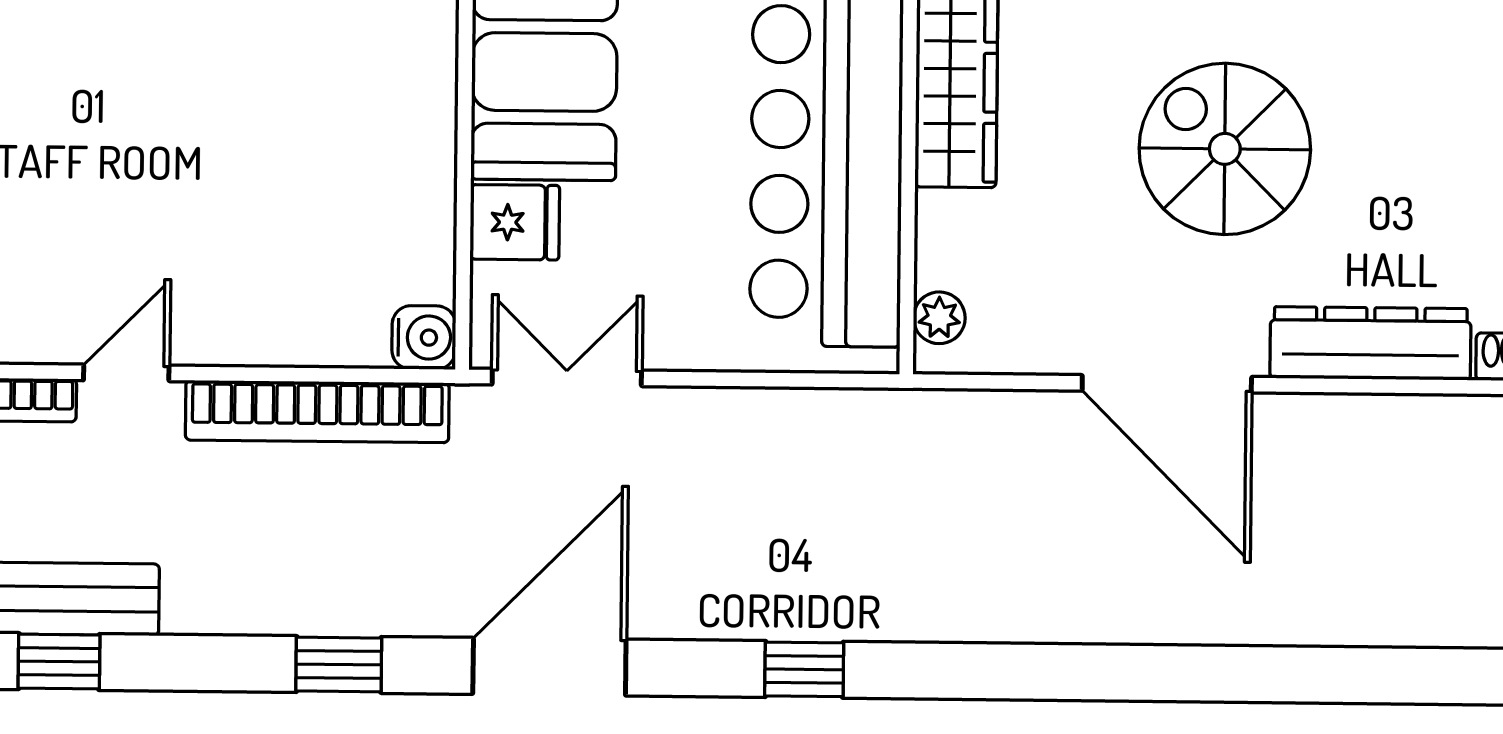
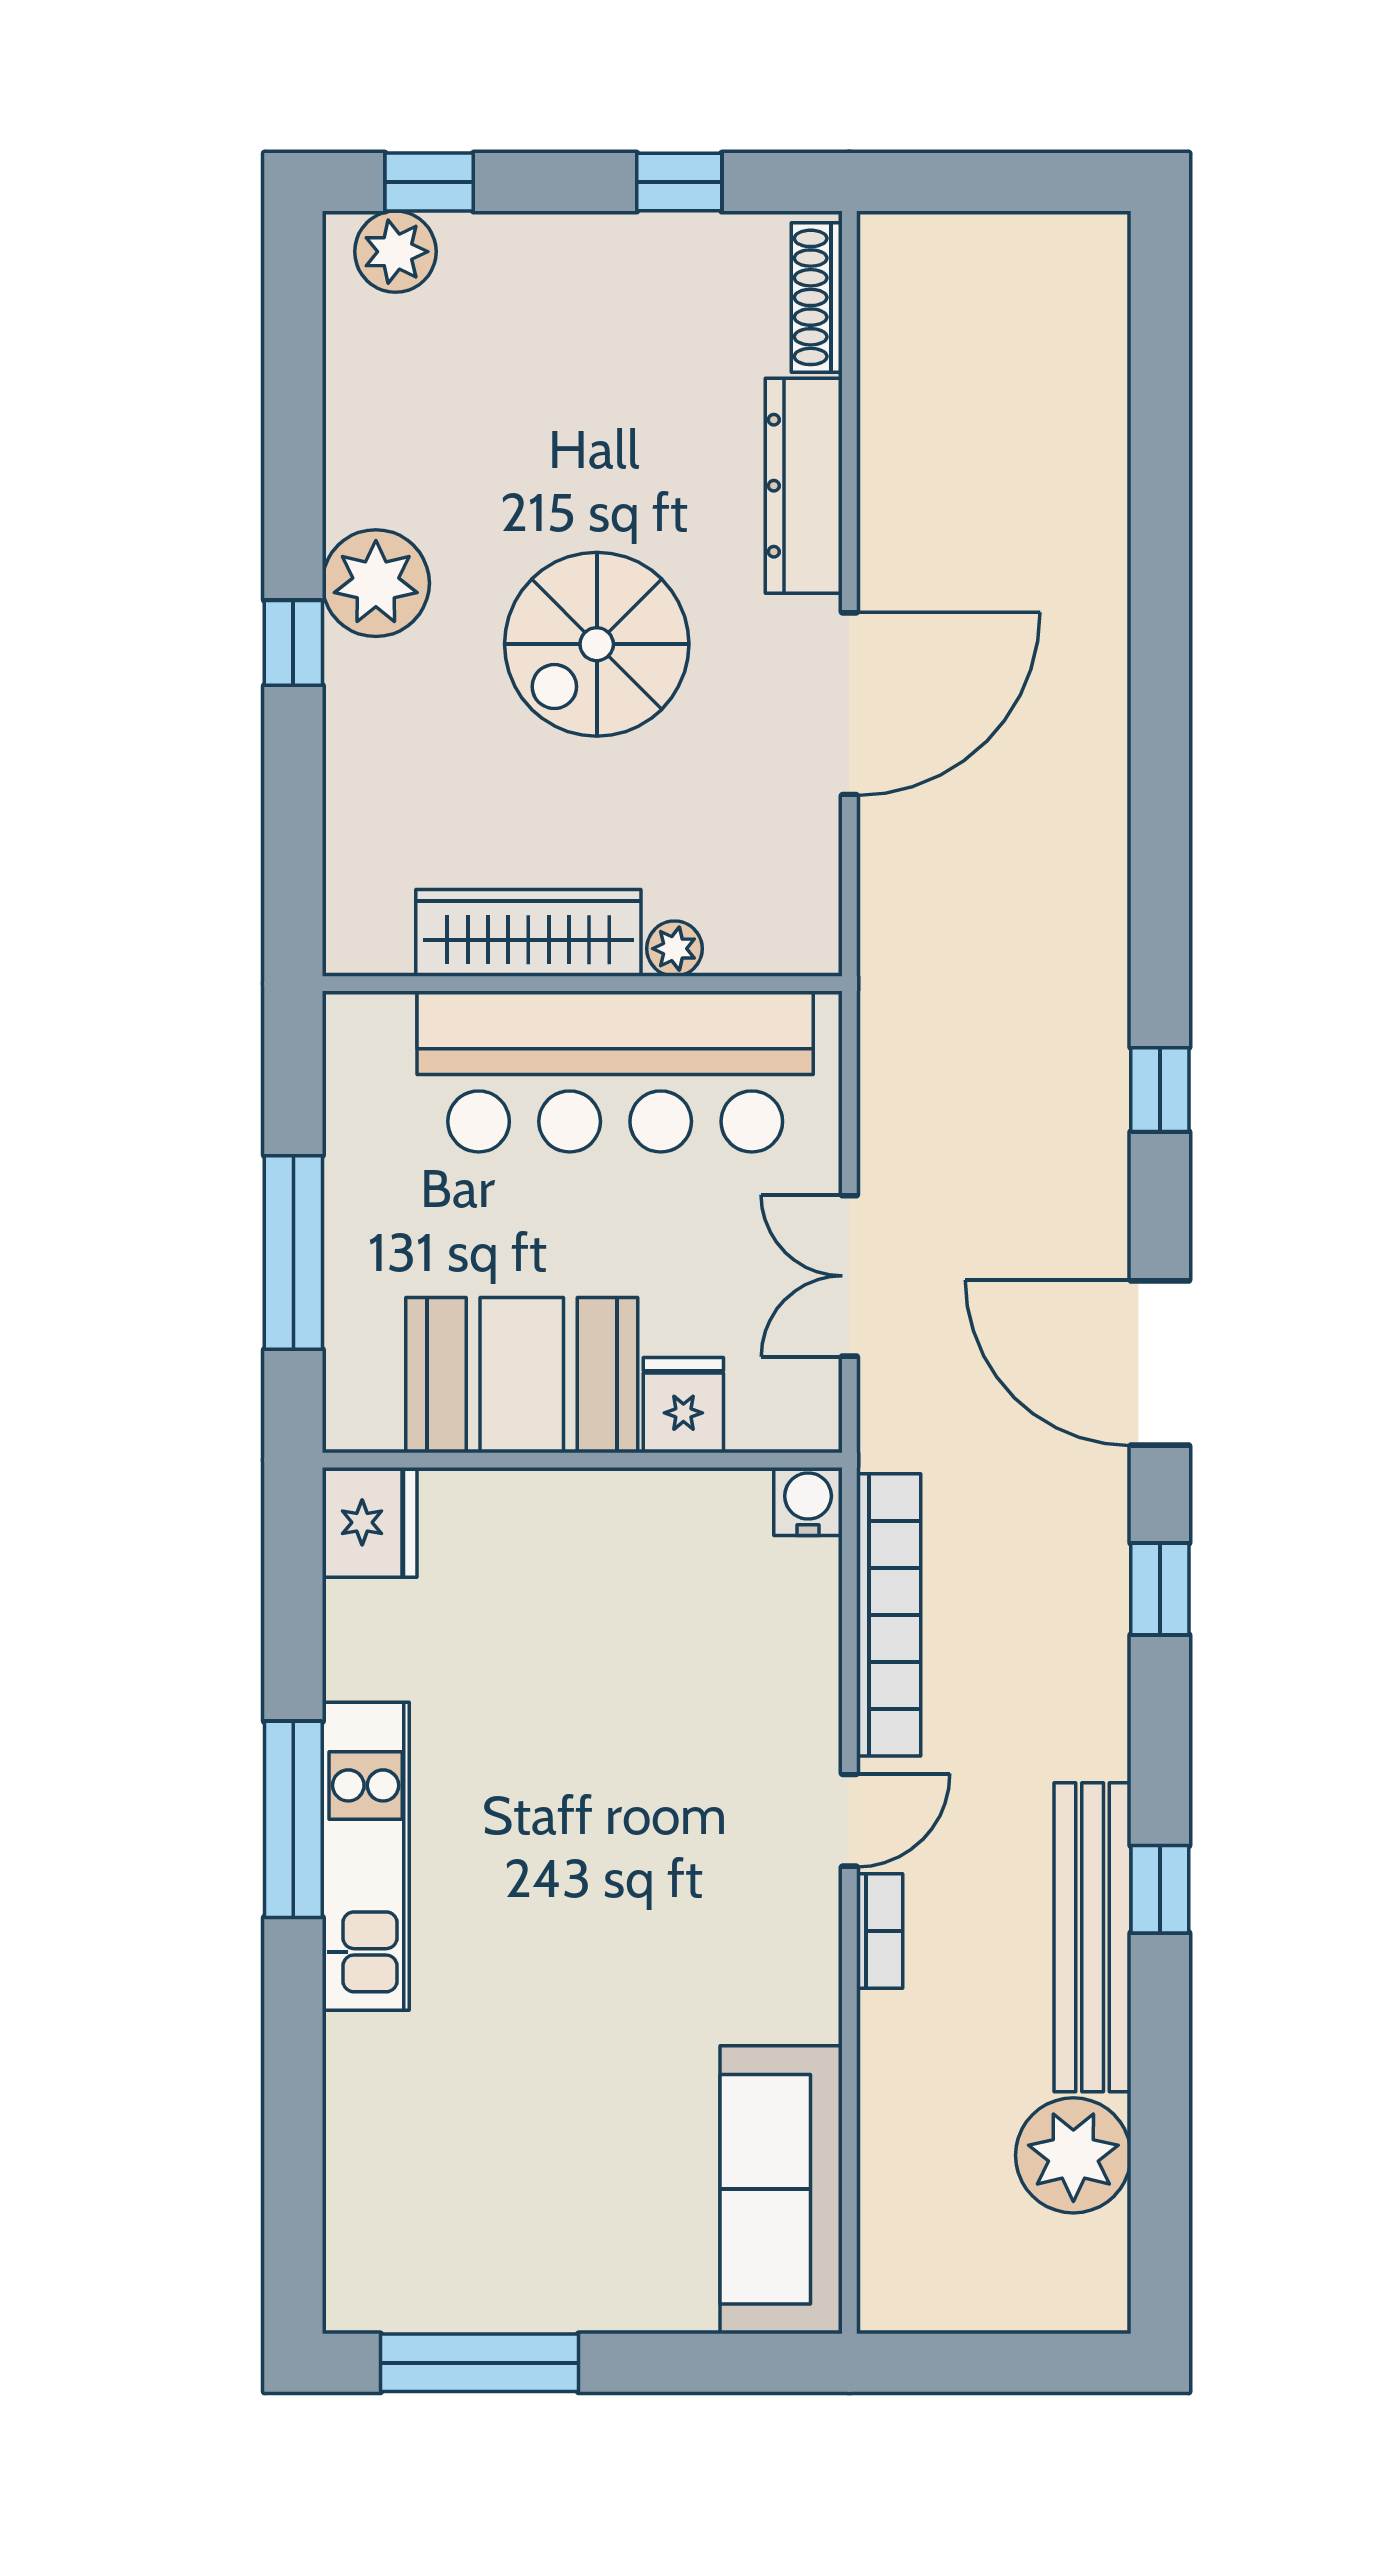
plant: (939, 318) -> (675, 949), moved
door: (126, 373) -> (849, 1820), swing flipped
double door: (567, 377) -> (849, 1276), moved

